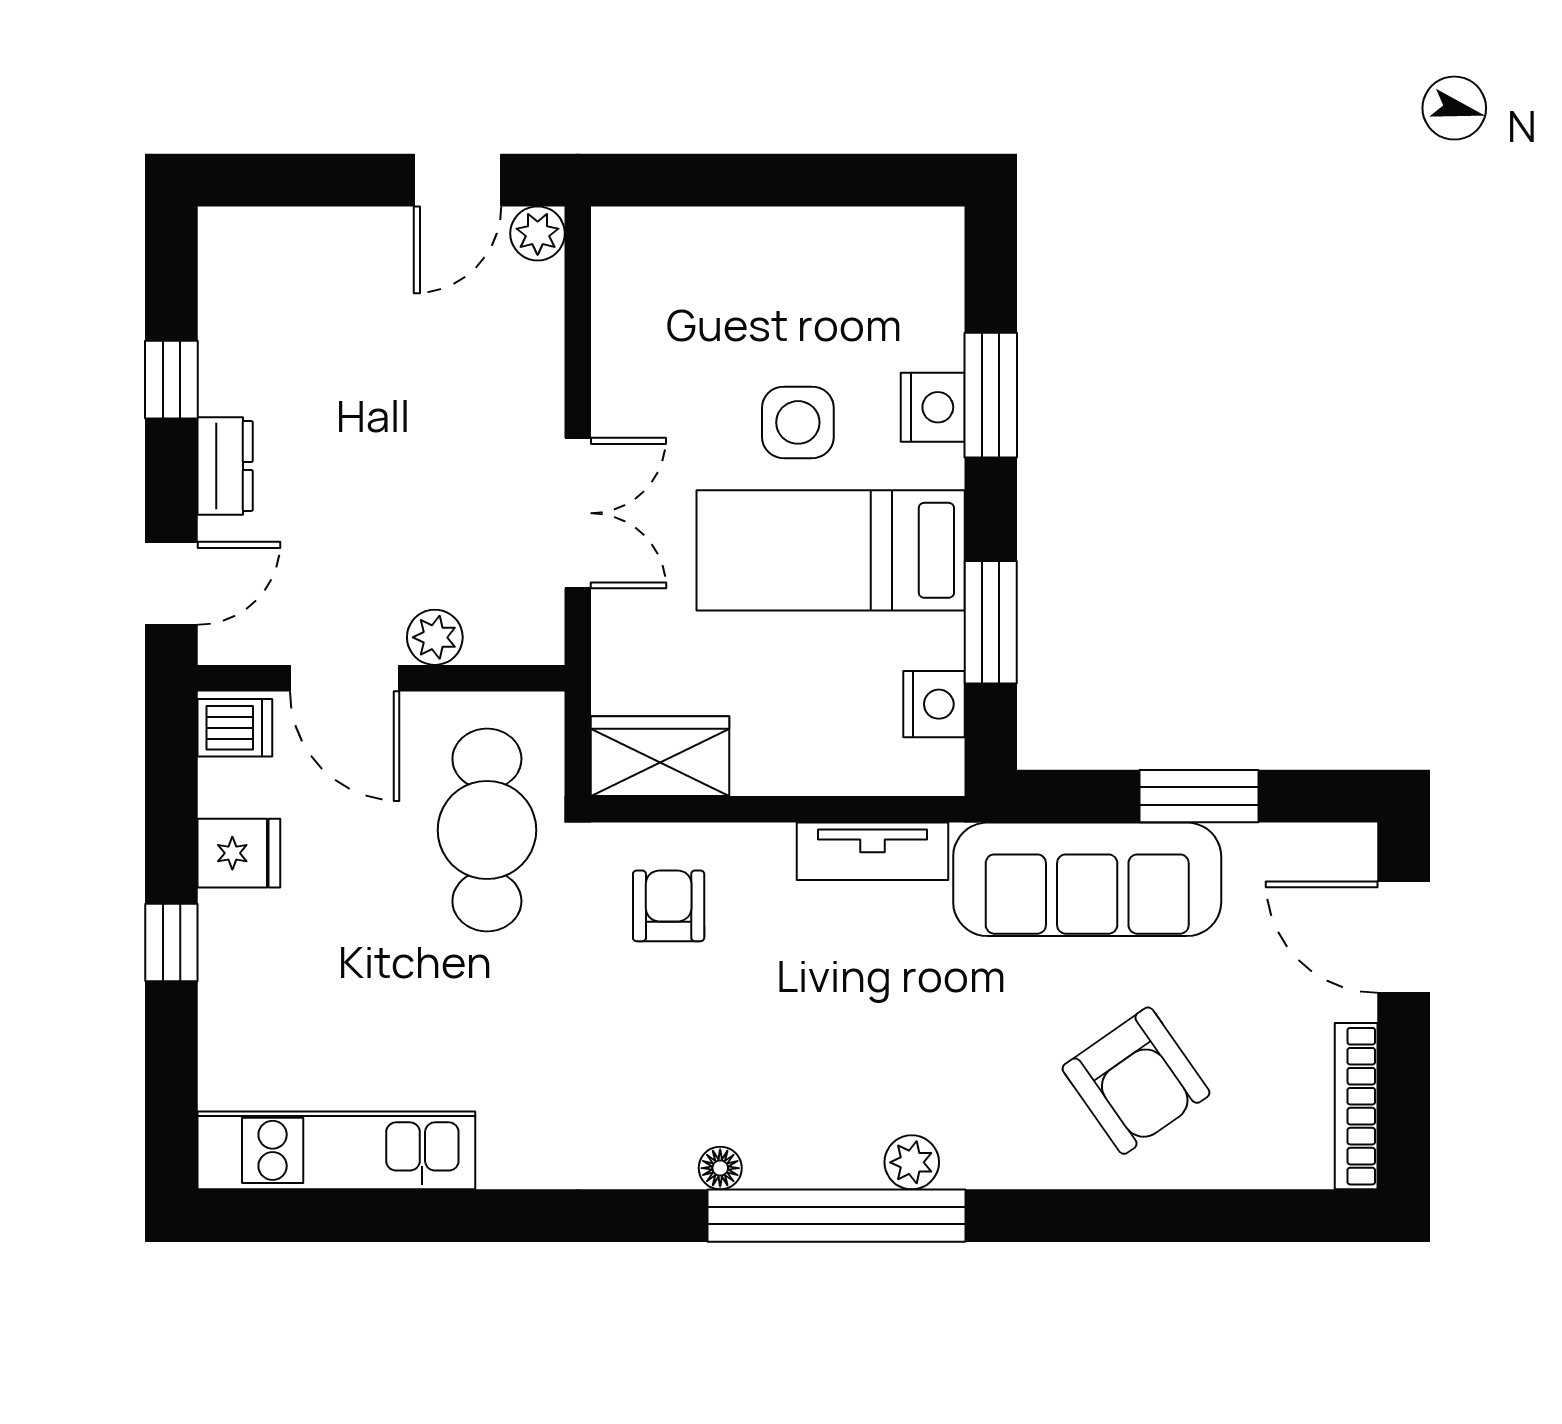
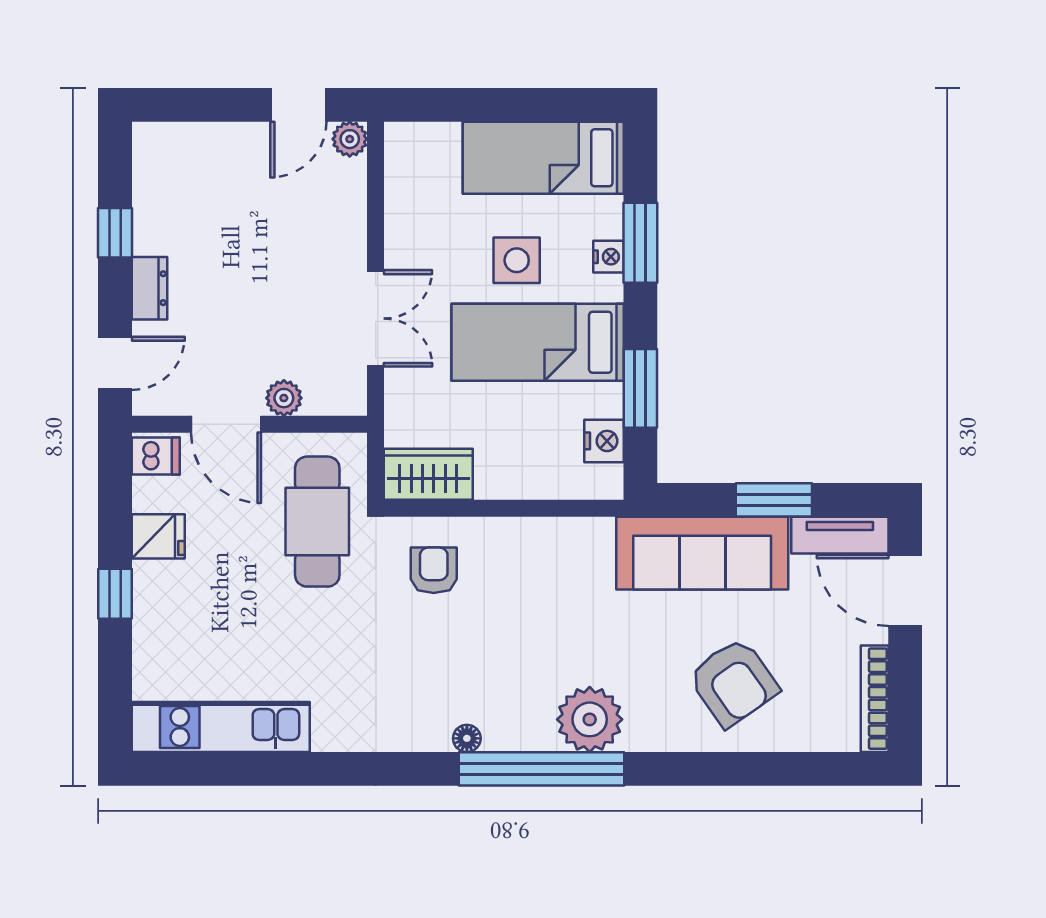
bed: (839, 263) -> (543, 158), added
nightstand: (933, 407) -> (608, 257), width x0.72, depth x0.74
tv unit: (872, 851) -> (840, 535), moved
plant: (912, 1162) -> (590, 719), width x1.88, depth x1.88

